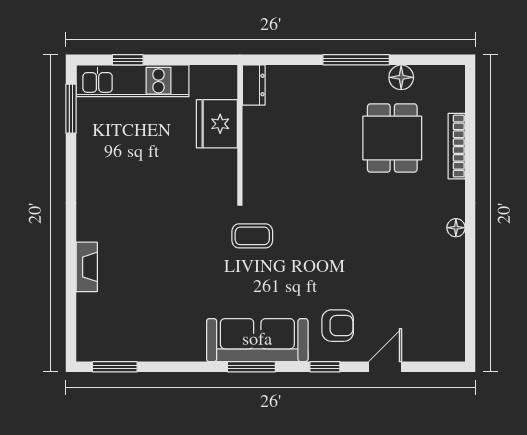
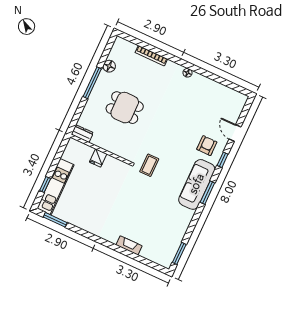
fridge: (217, 124) -> (98, 158), width x0.53, depth x0.75
dining table: (392, 138) -> (125, 108), moved

